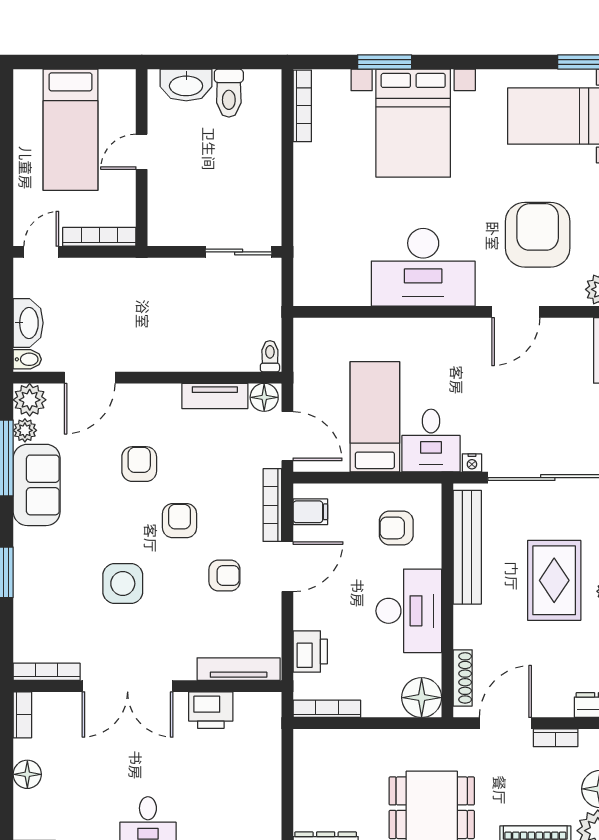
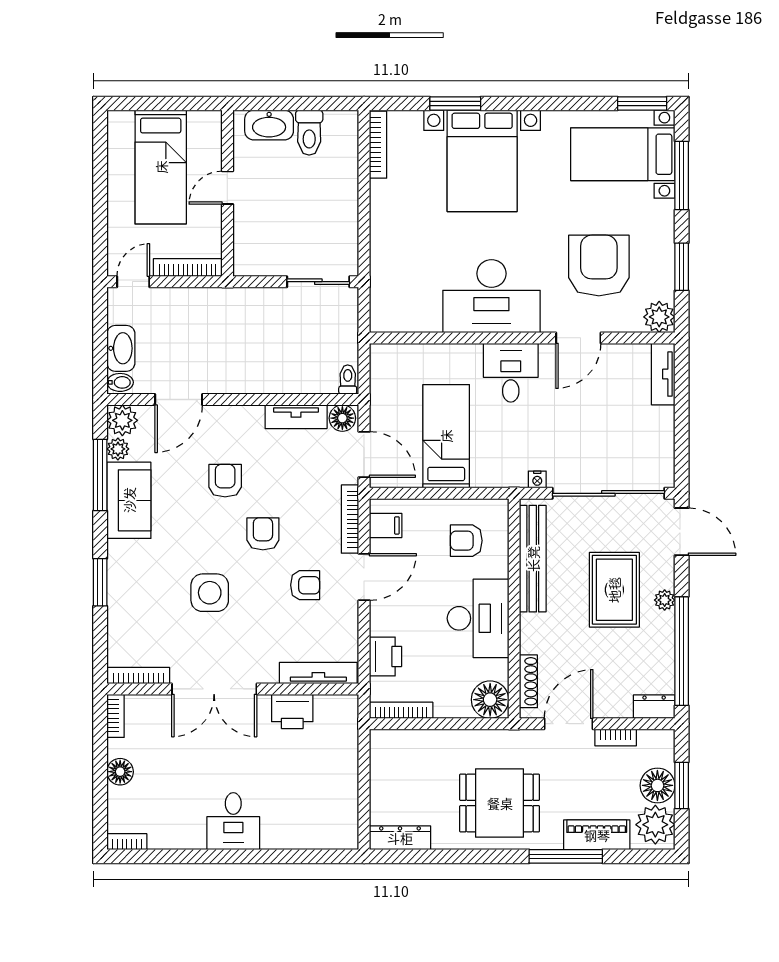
desk: (431, 440) -> (511, 373), moved, turned 180

